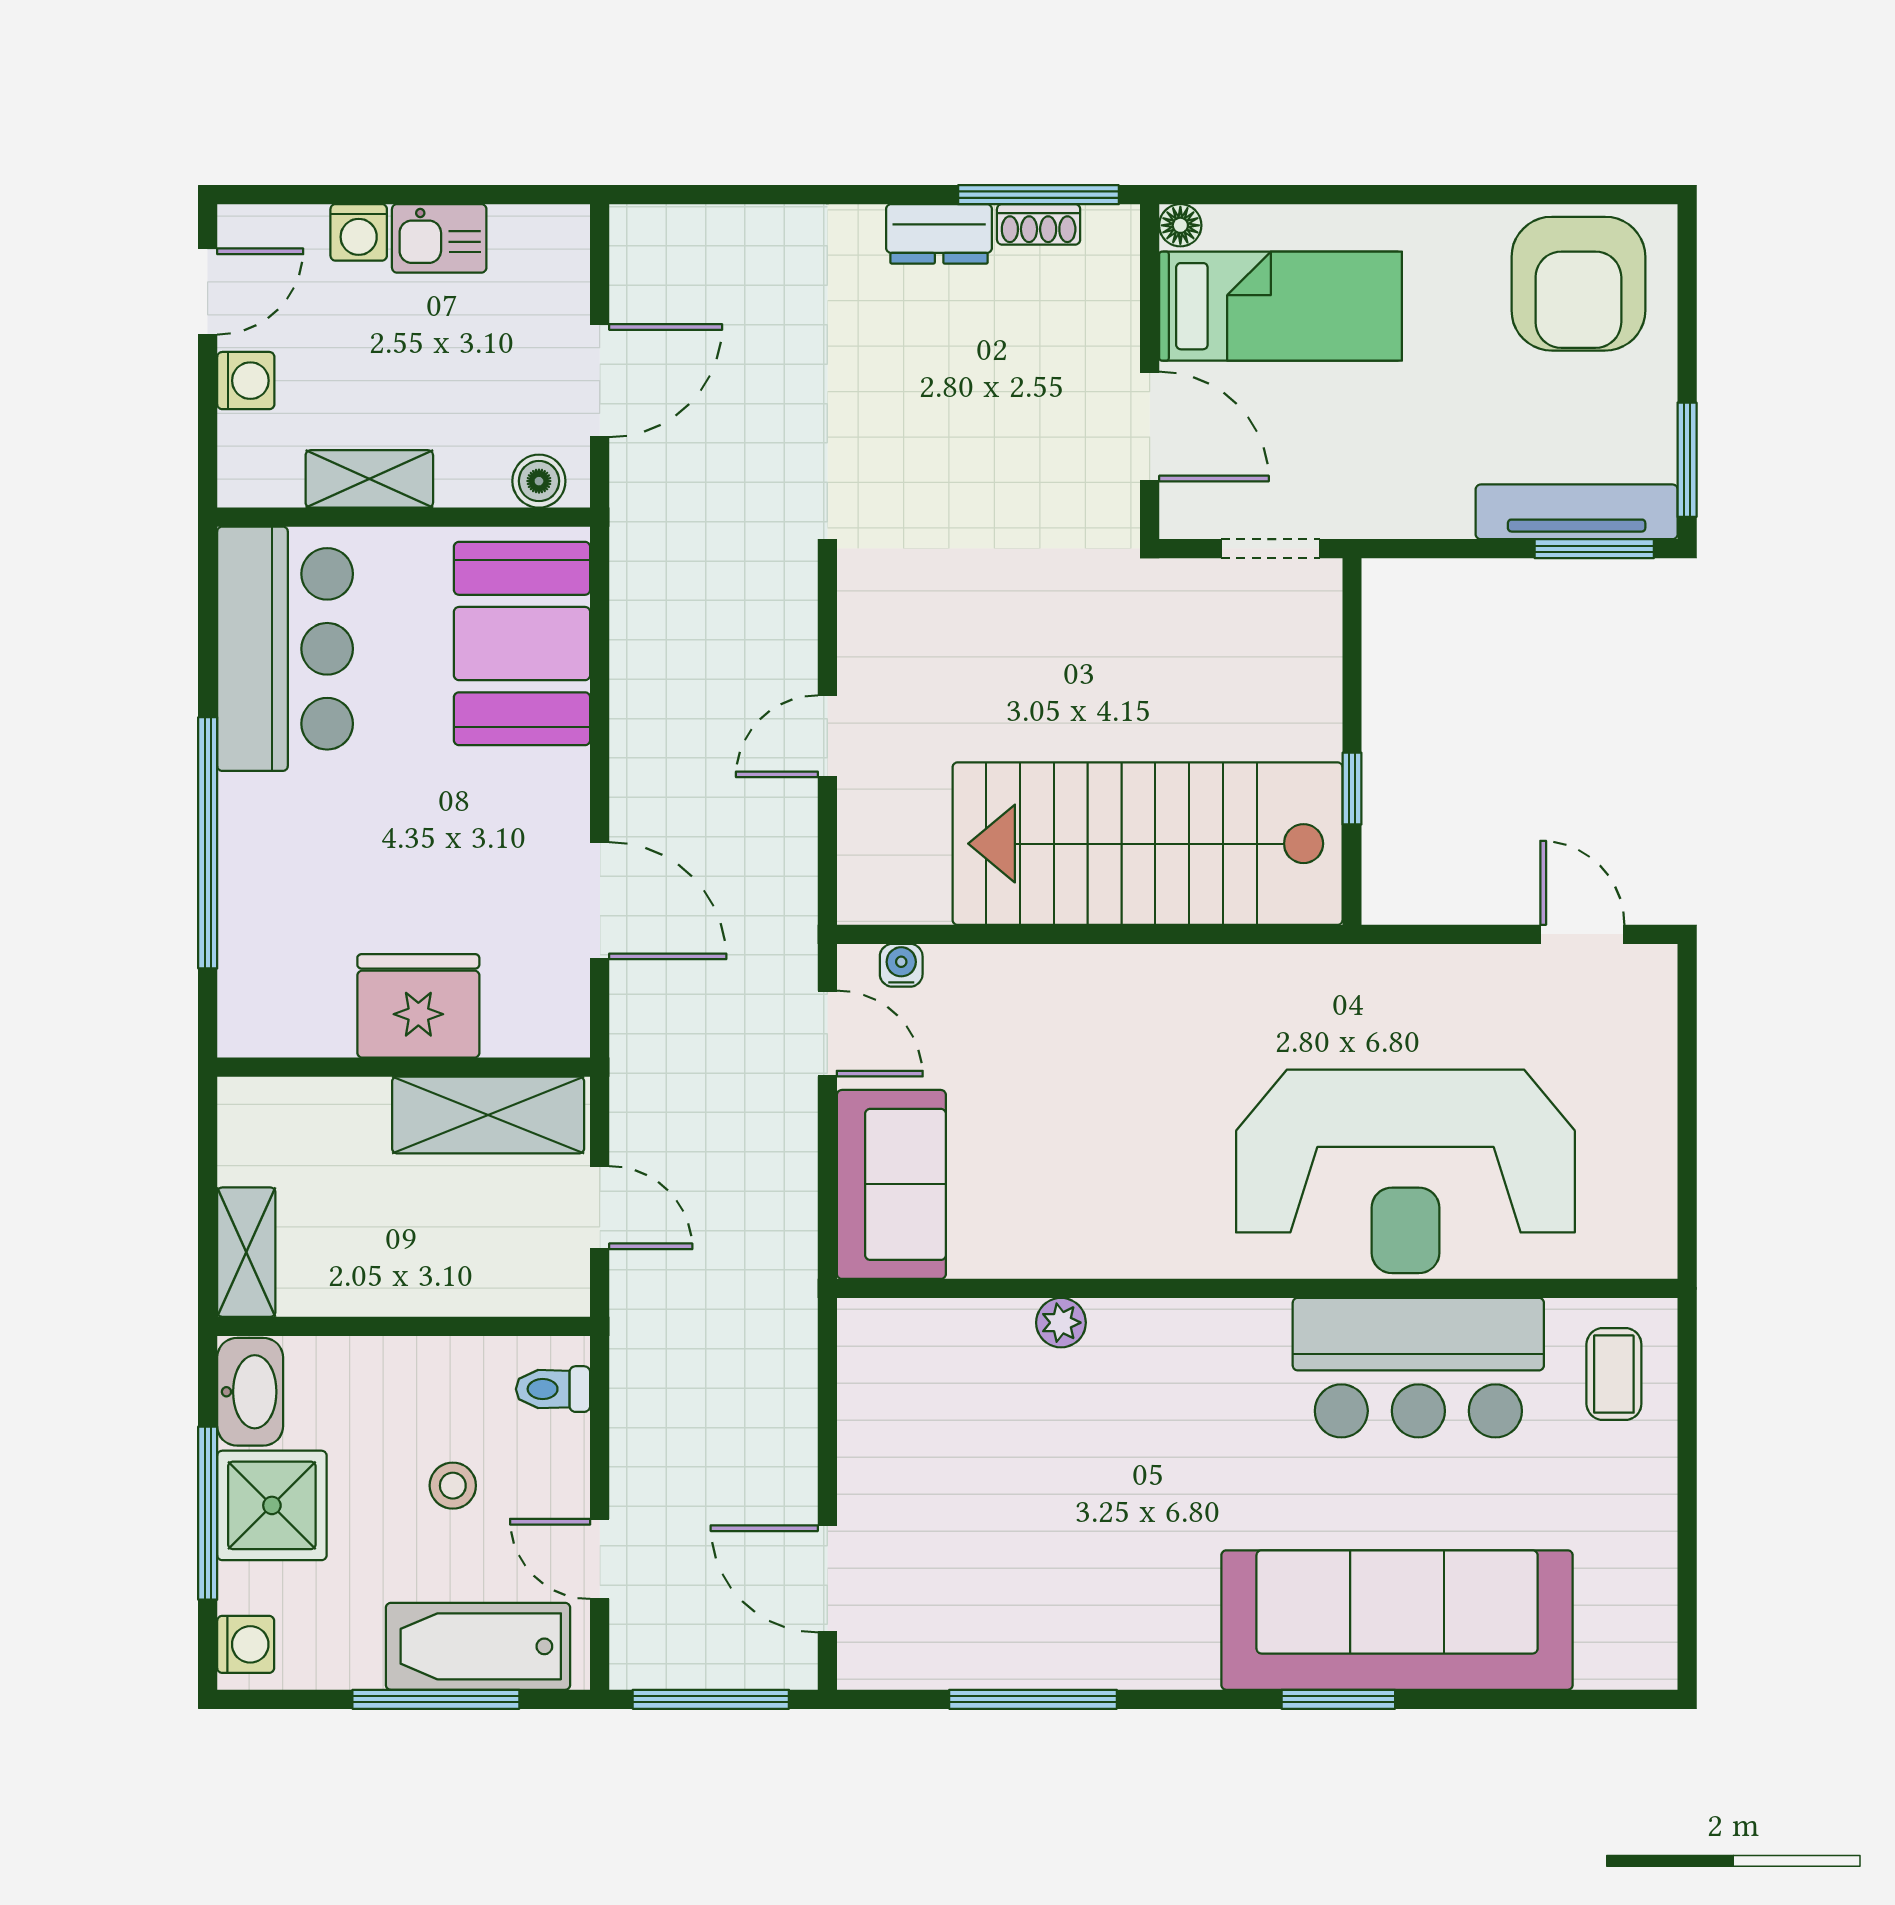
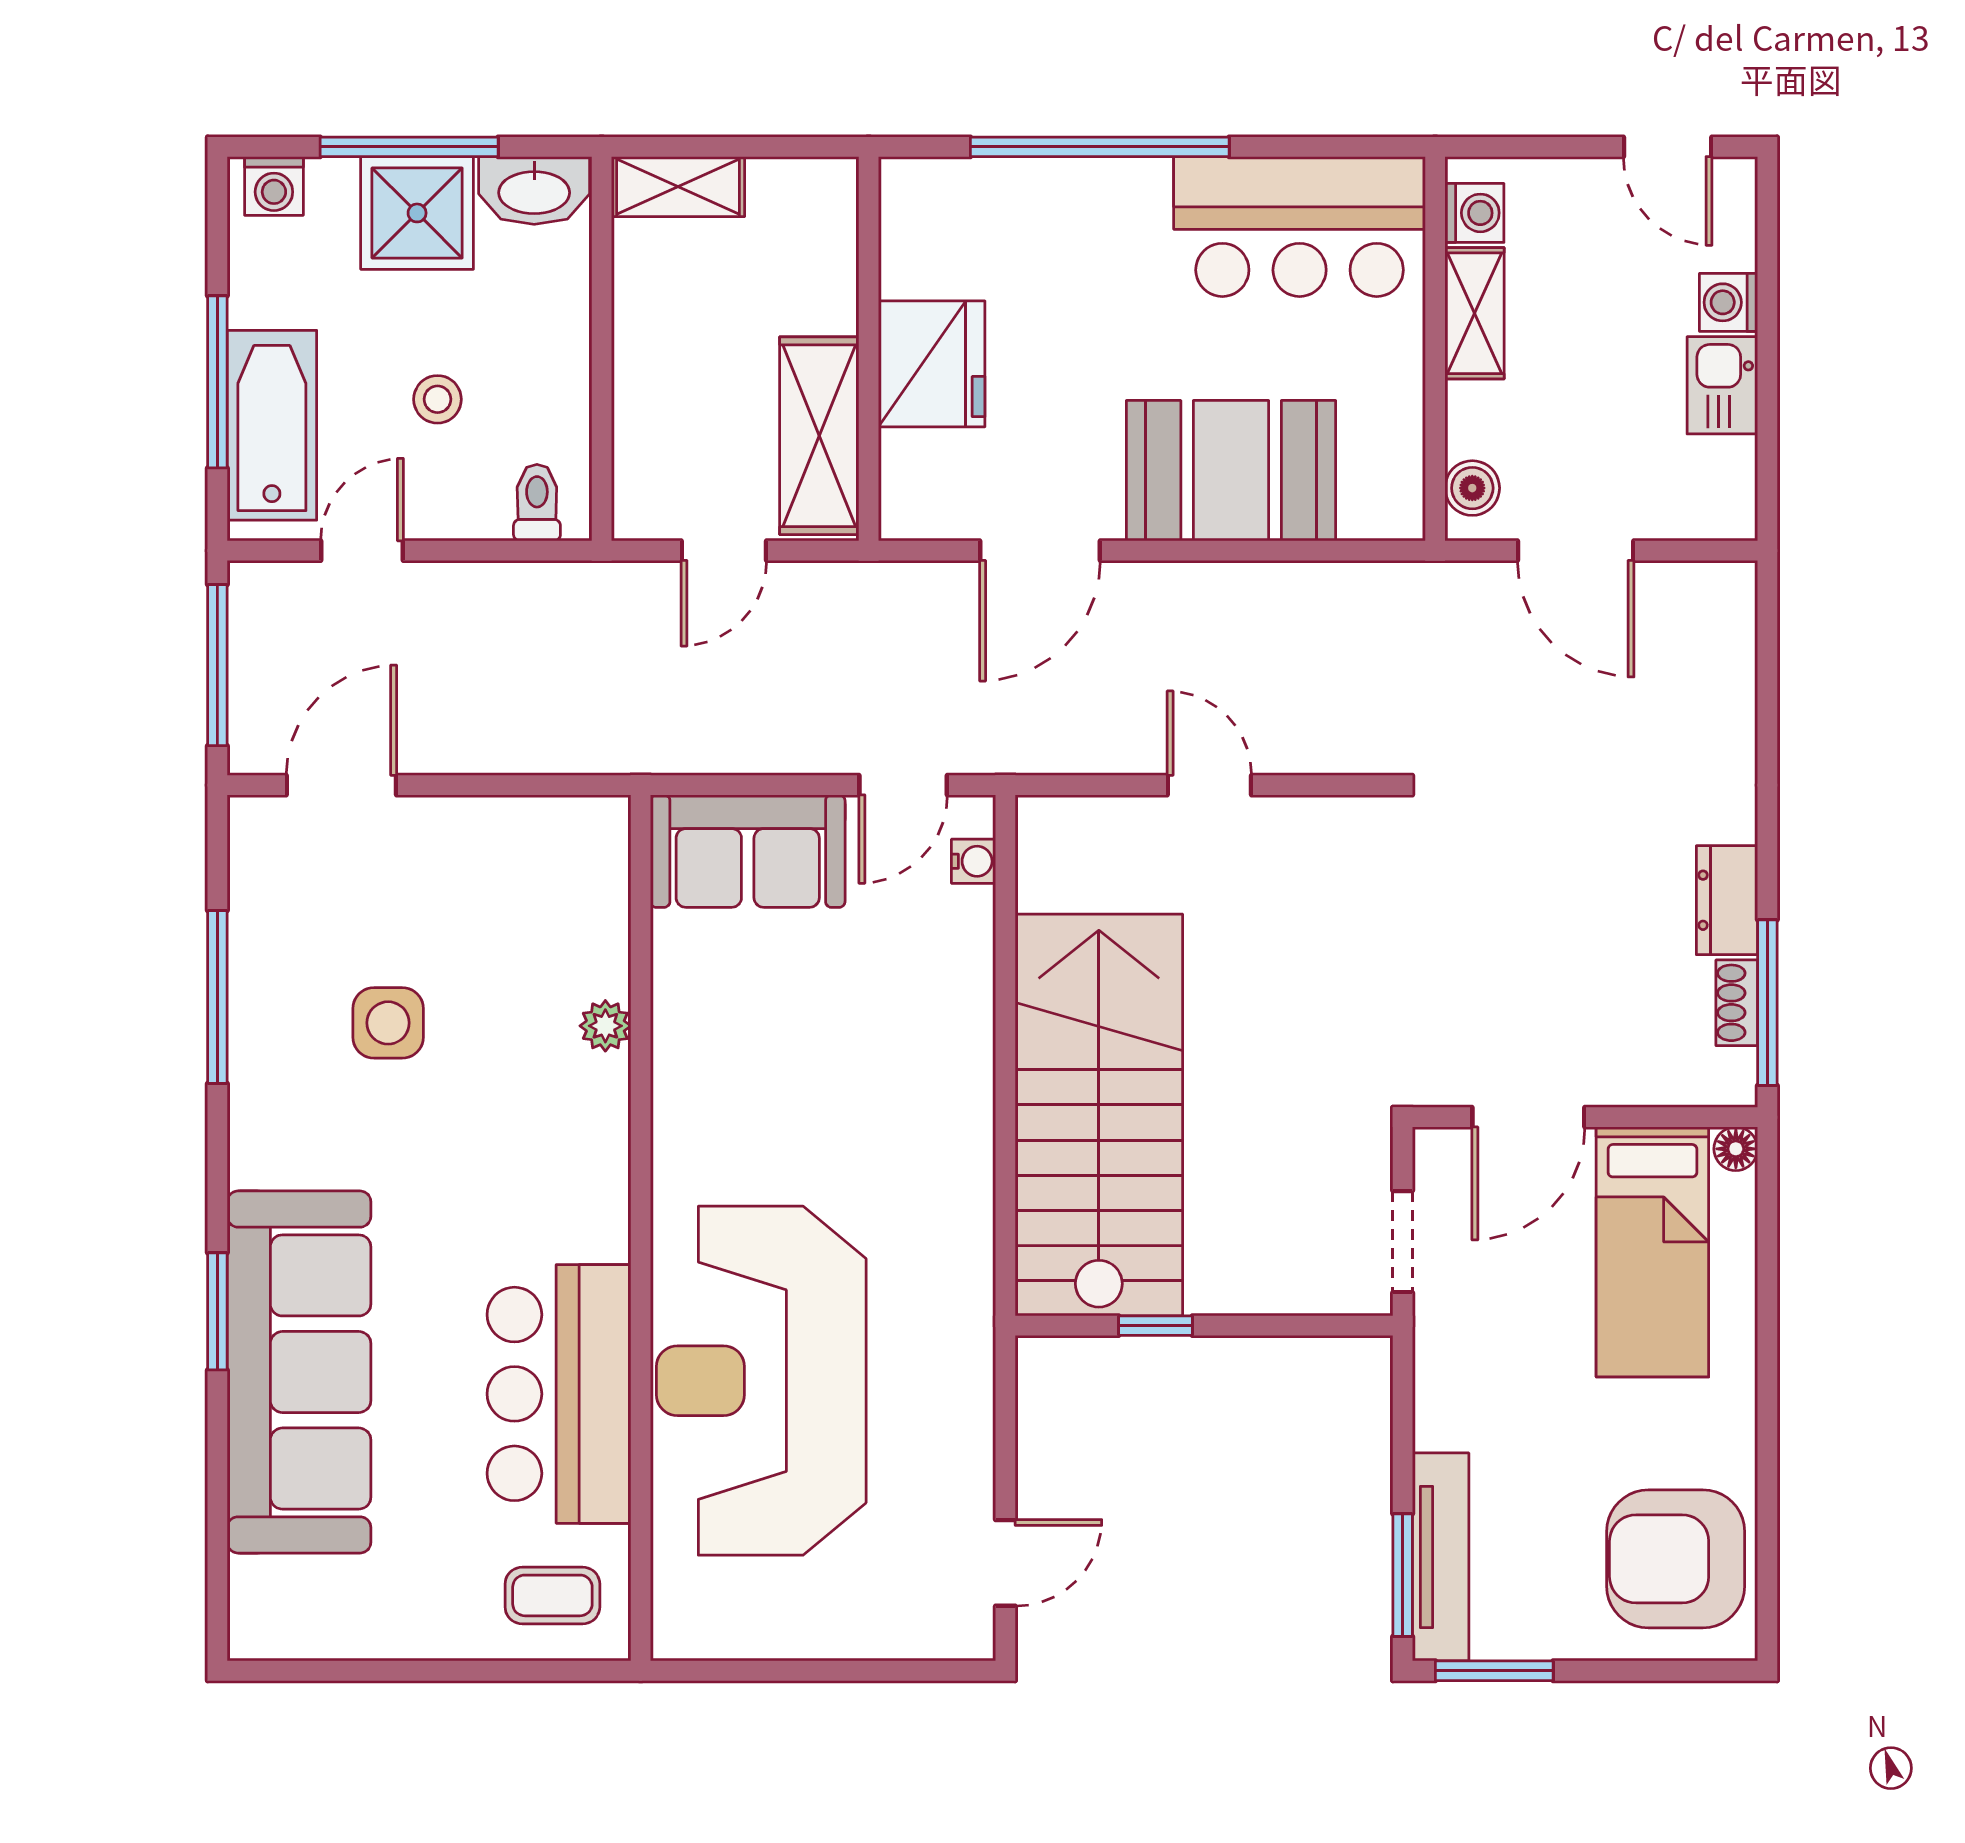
washing machine: (246, 381) -> (1474, 213), moved, turned -90
booth: (522, 644) -> (1231, 471), moved
side table: (1058, 1534) -> (388, 1023), added

